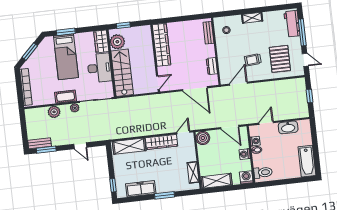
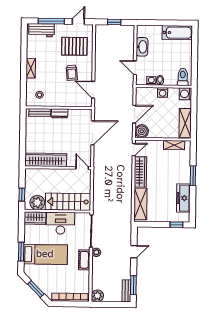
dresser: (212, 66) -> (60, 113), moved
plant: (54, 112) -> (97, 296), moved
door: (230, 127) -> (134, 114), moved
door: (183, 132) -> (134, 150), swing flipped

